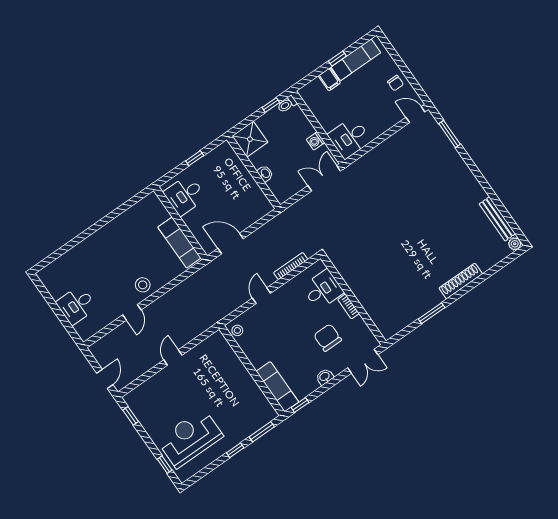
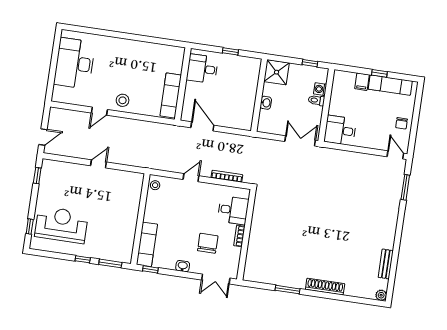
toilet: (287, 104) -> (316, 100), moved
washing machine: (315, 141) -> (320, 89), moved
bench: (497, 219) -> (386, 264), width x0.73
desk: (76, 305) -> (75, 63), width x1.87, depth x1.30

